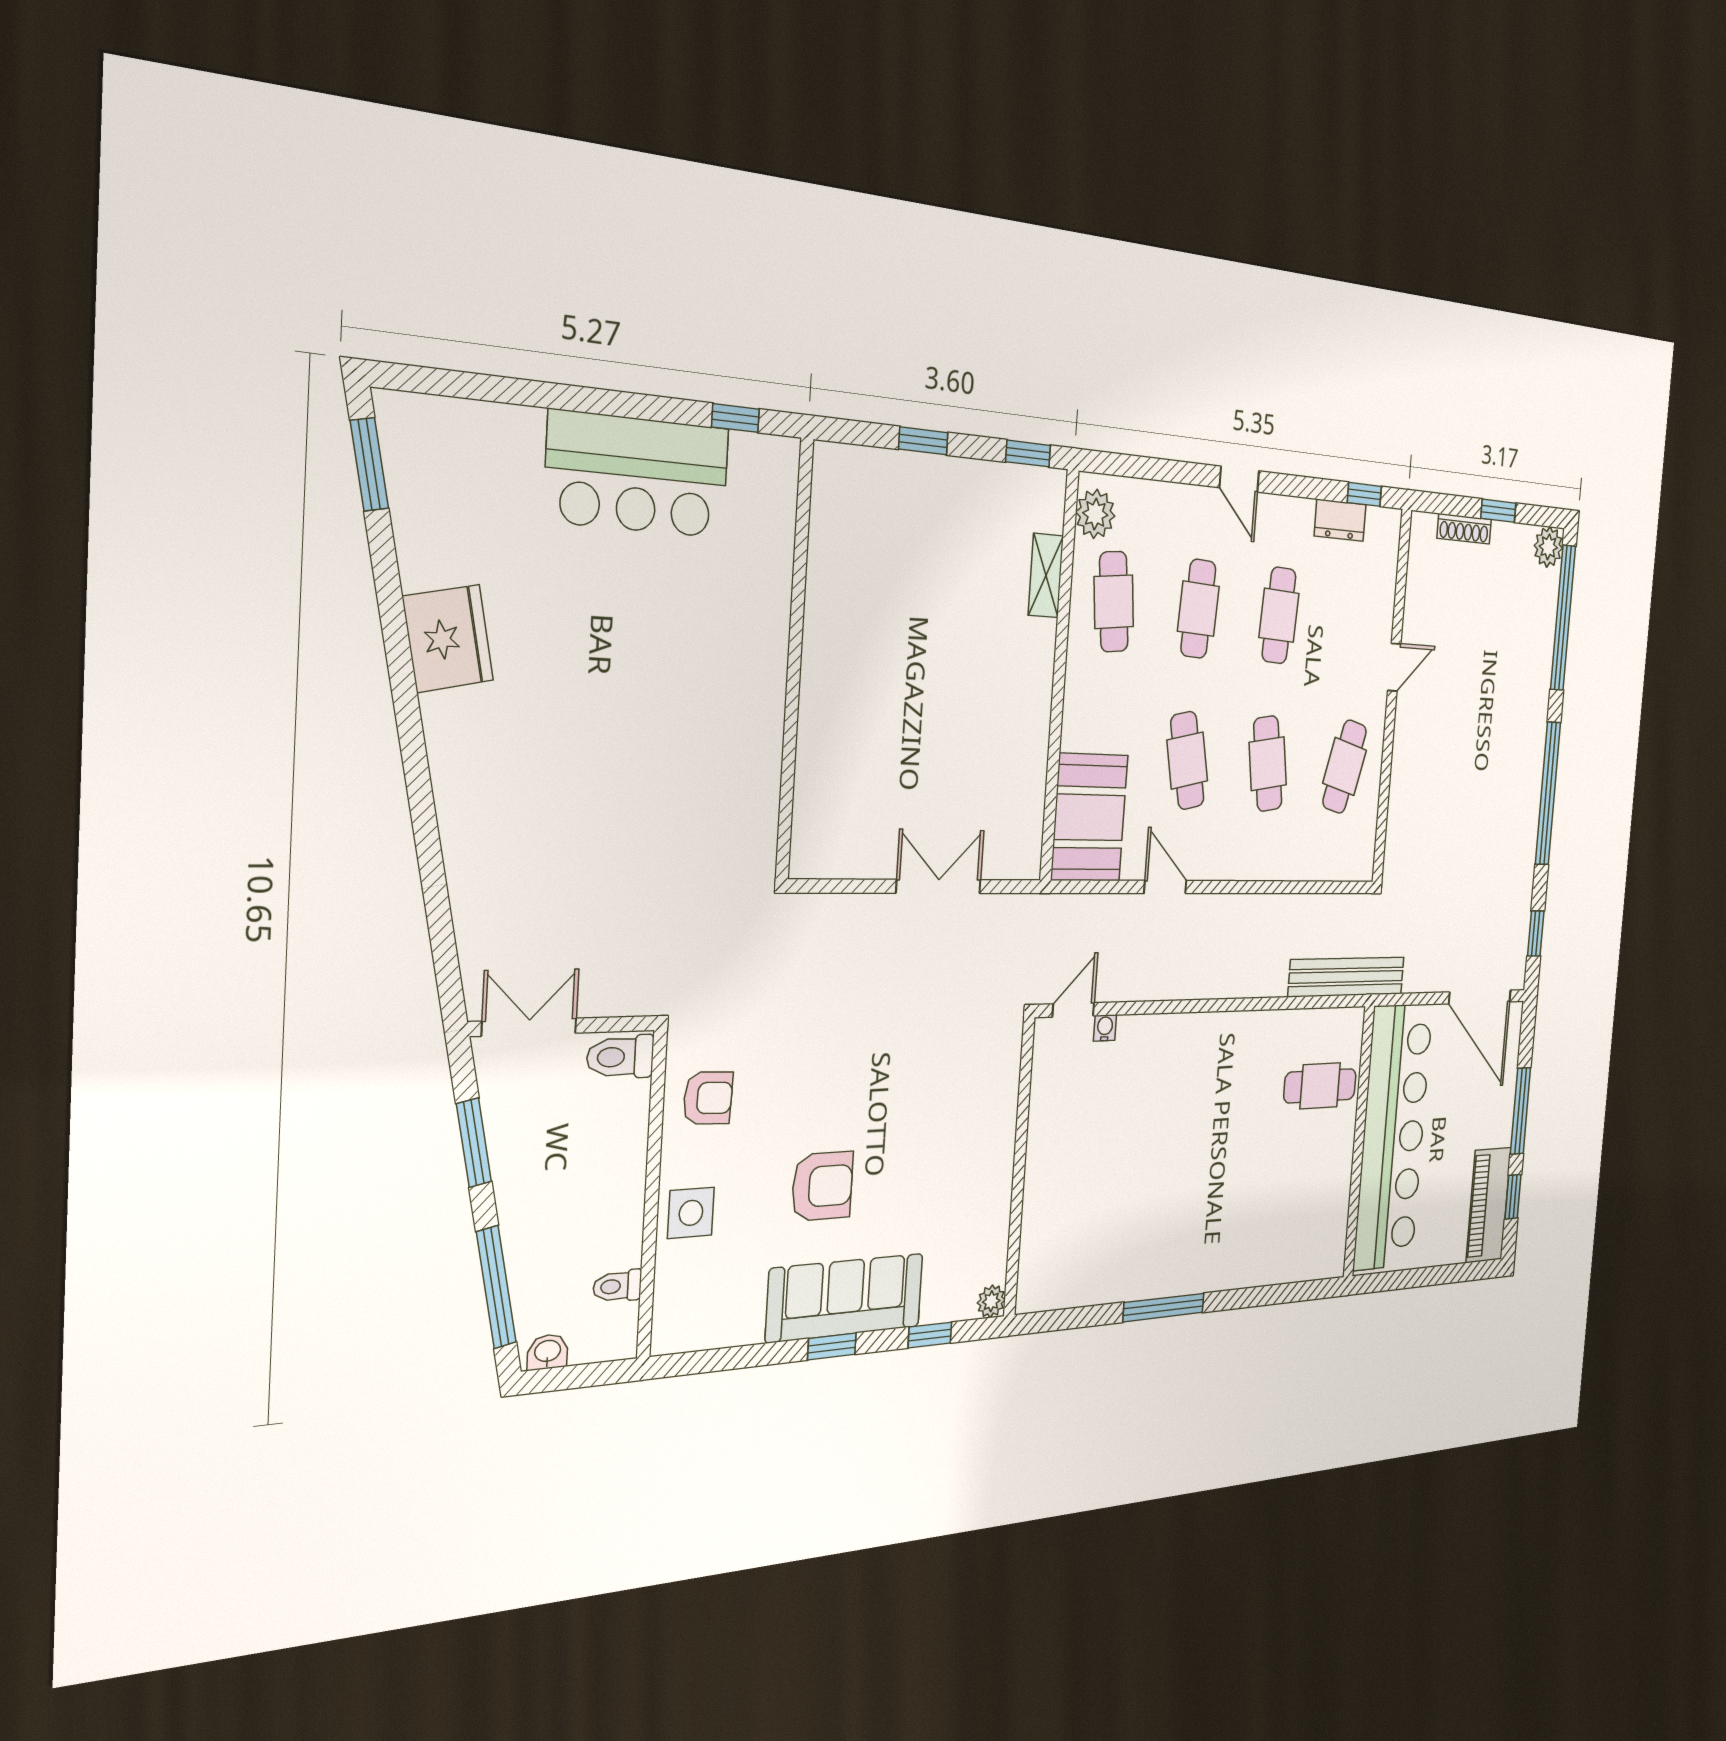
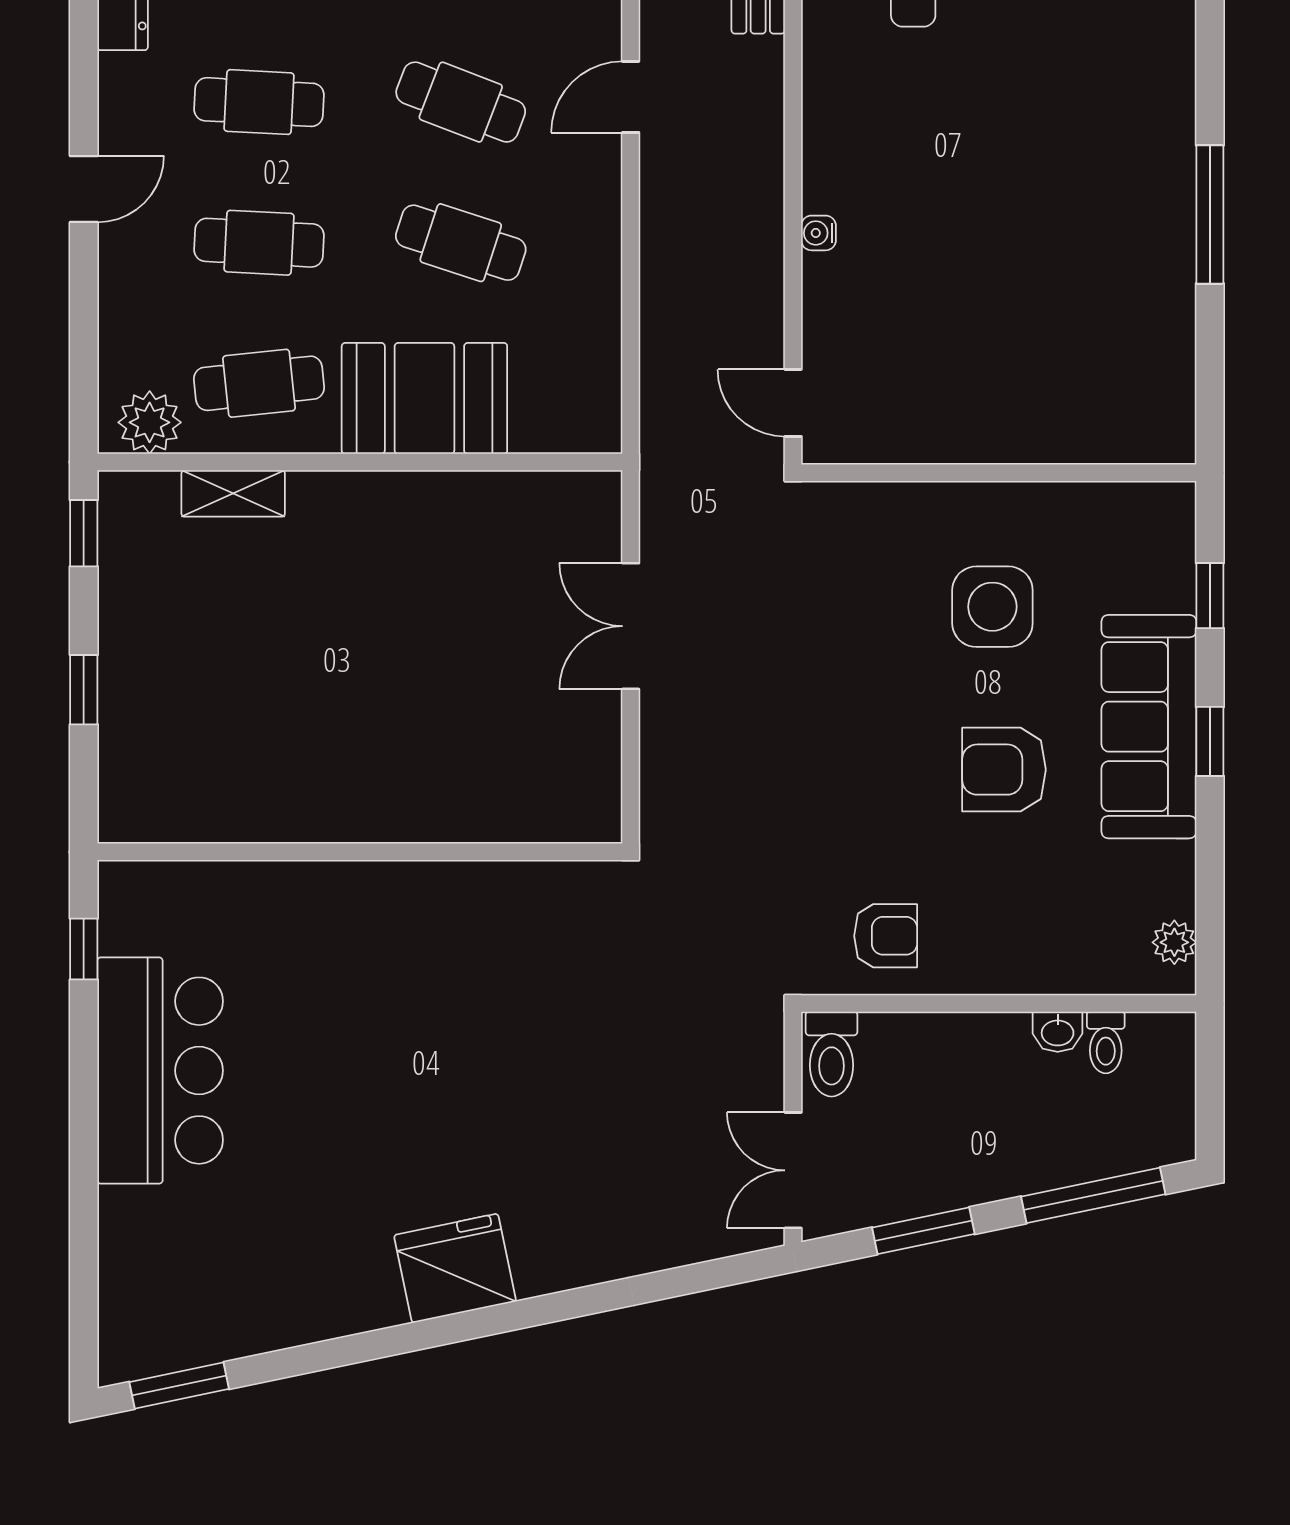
fridge: (448, 639) -> (455, 1268), moved
cafe table: (1187, 760) -> (461, 243), turned 30
cafe table: (1268, 764) -> (461, 102), turned 30
booth: (1089, 817) -> (424, 398), moved
door: (1165, 887) -> (631, 97), moved
water cooler: (1105, 1028) -> (819, 233), moved
armchair: (708, 1098) -> (886, 936), turned 88
armchair: (822, 1186) -> (1004, 770), turned -90
side table: (691, 1213) -> (992, 607), moved, width x1.37, depth x1.37
plant: (991, 1301) -> (1174, 942), moved
washbasin: (548, 1352) -> (1058, 1032), moved, turned -90

